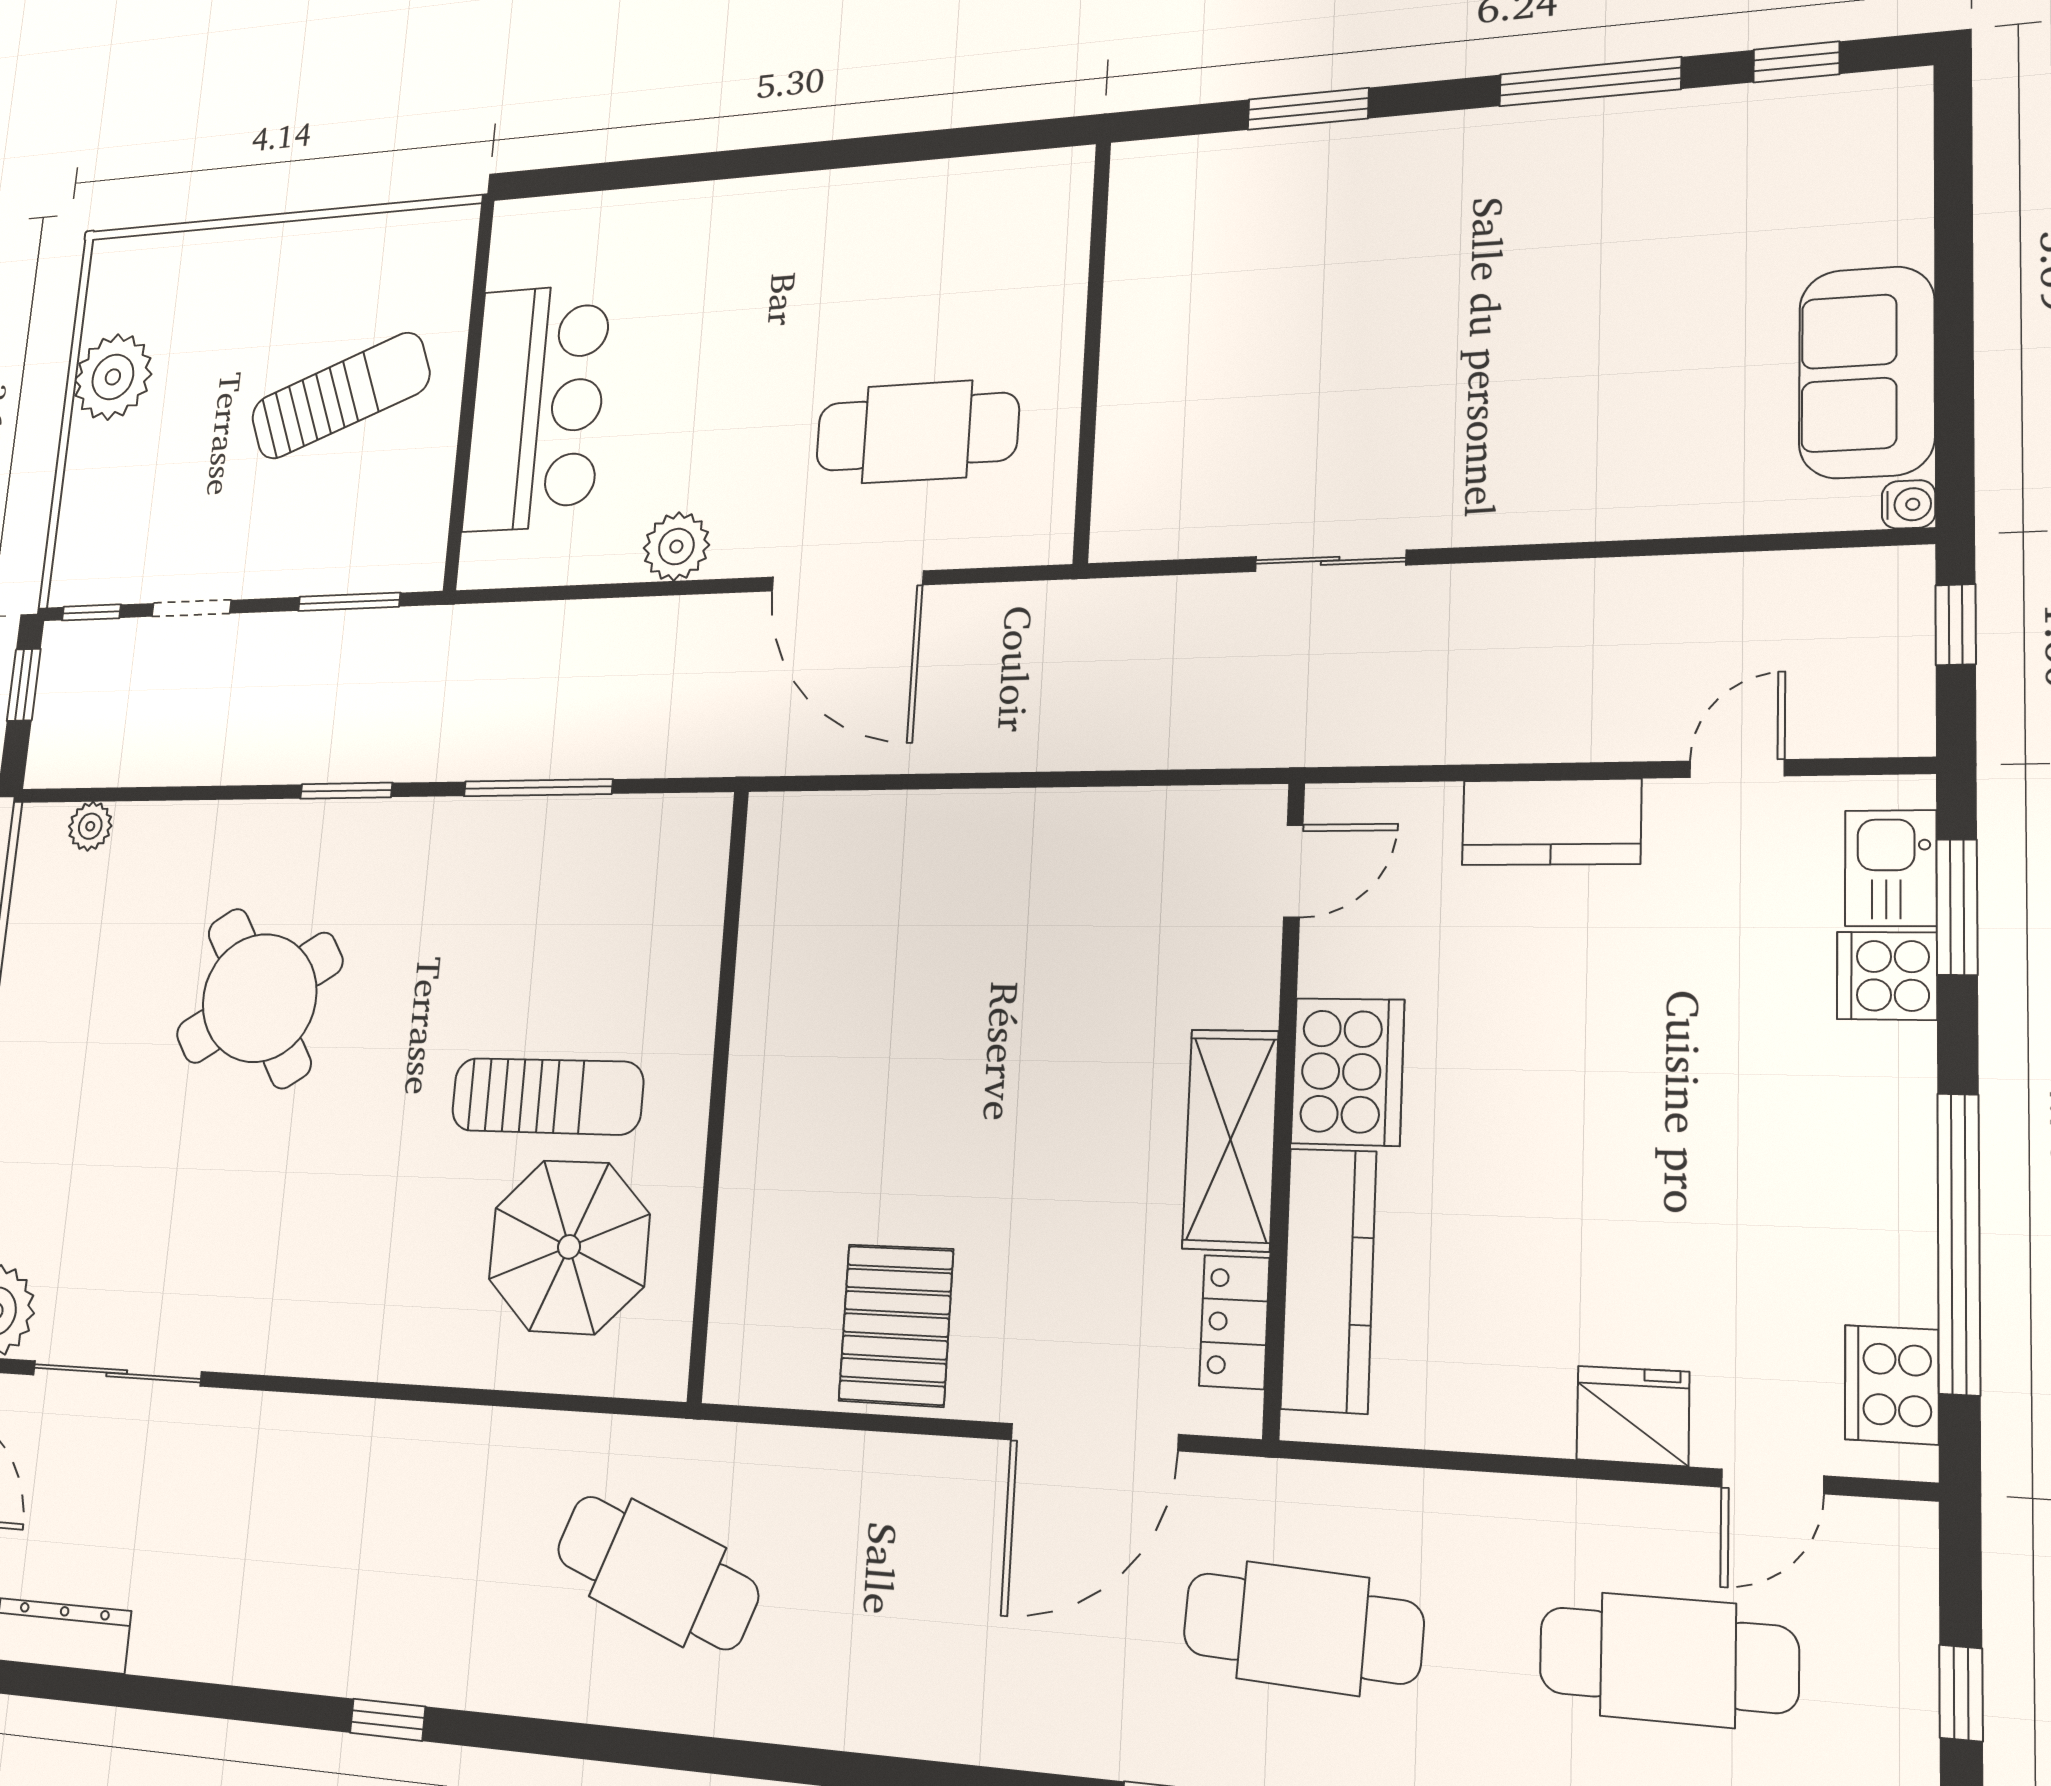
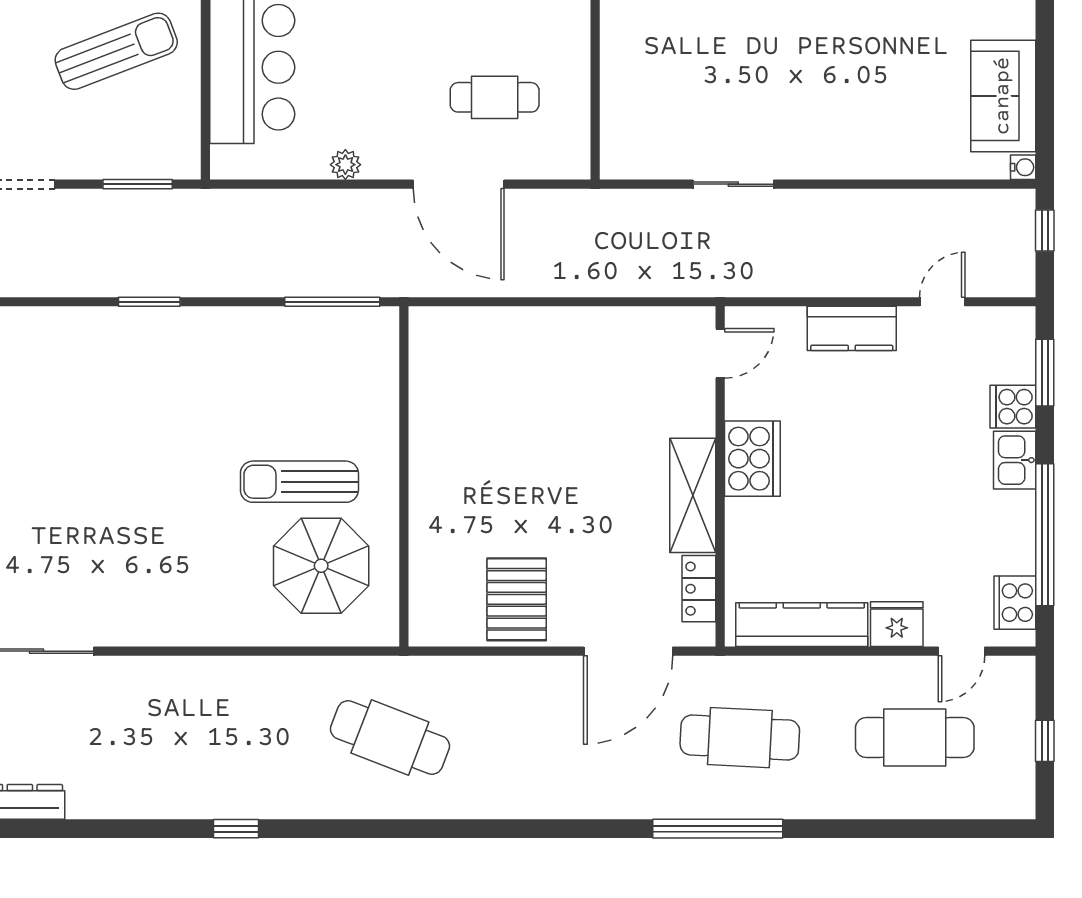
cafe table: (917, 432) -> (495, 97), width x0.73, depth x0.74
plant: (676, 546) -> (345, 165), width x0.73, depth x0.73
window: (538, 788) -> (332, 302), moved
kitchen sink: (1891, 868) -> (1015, 460), moved
round table: (259, 998) -> (105, 427), removed
sun lounger: (547, 1096) -> (299, 482), turned 180
kitchen counter: (1329, 1280) -> (802, 625), moved, turned -90

